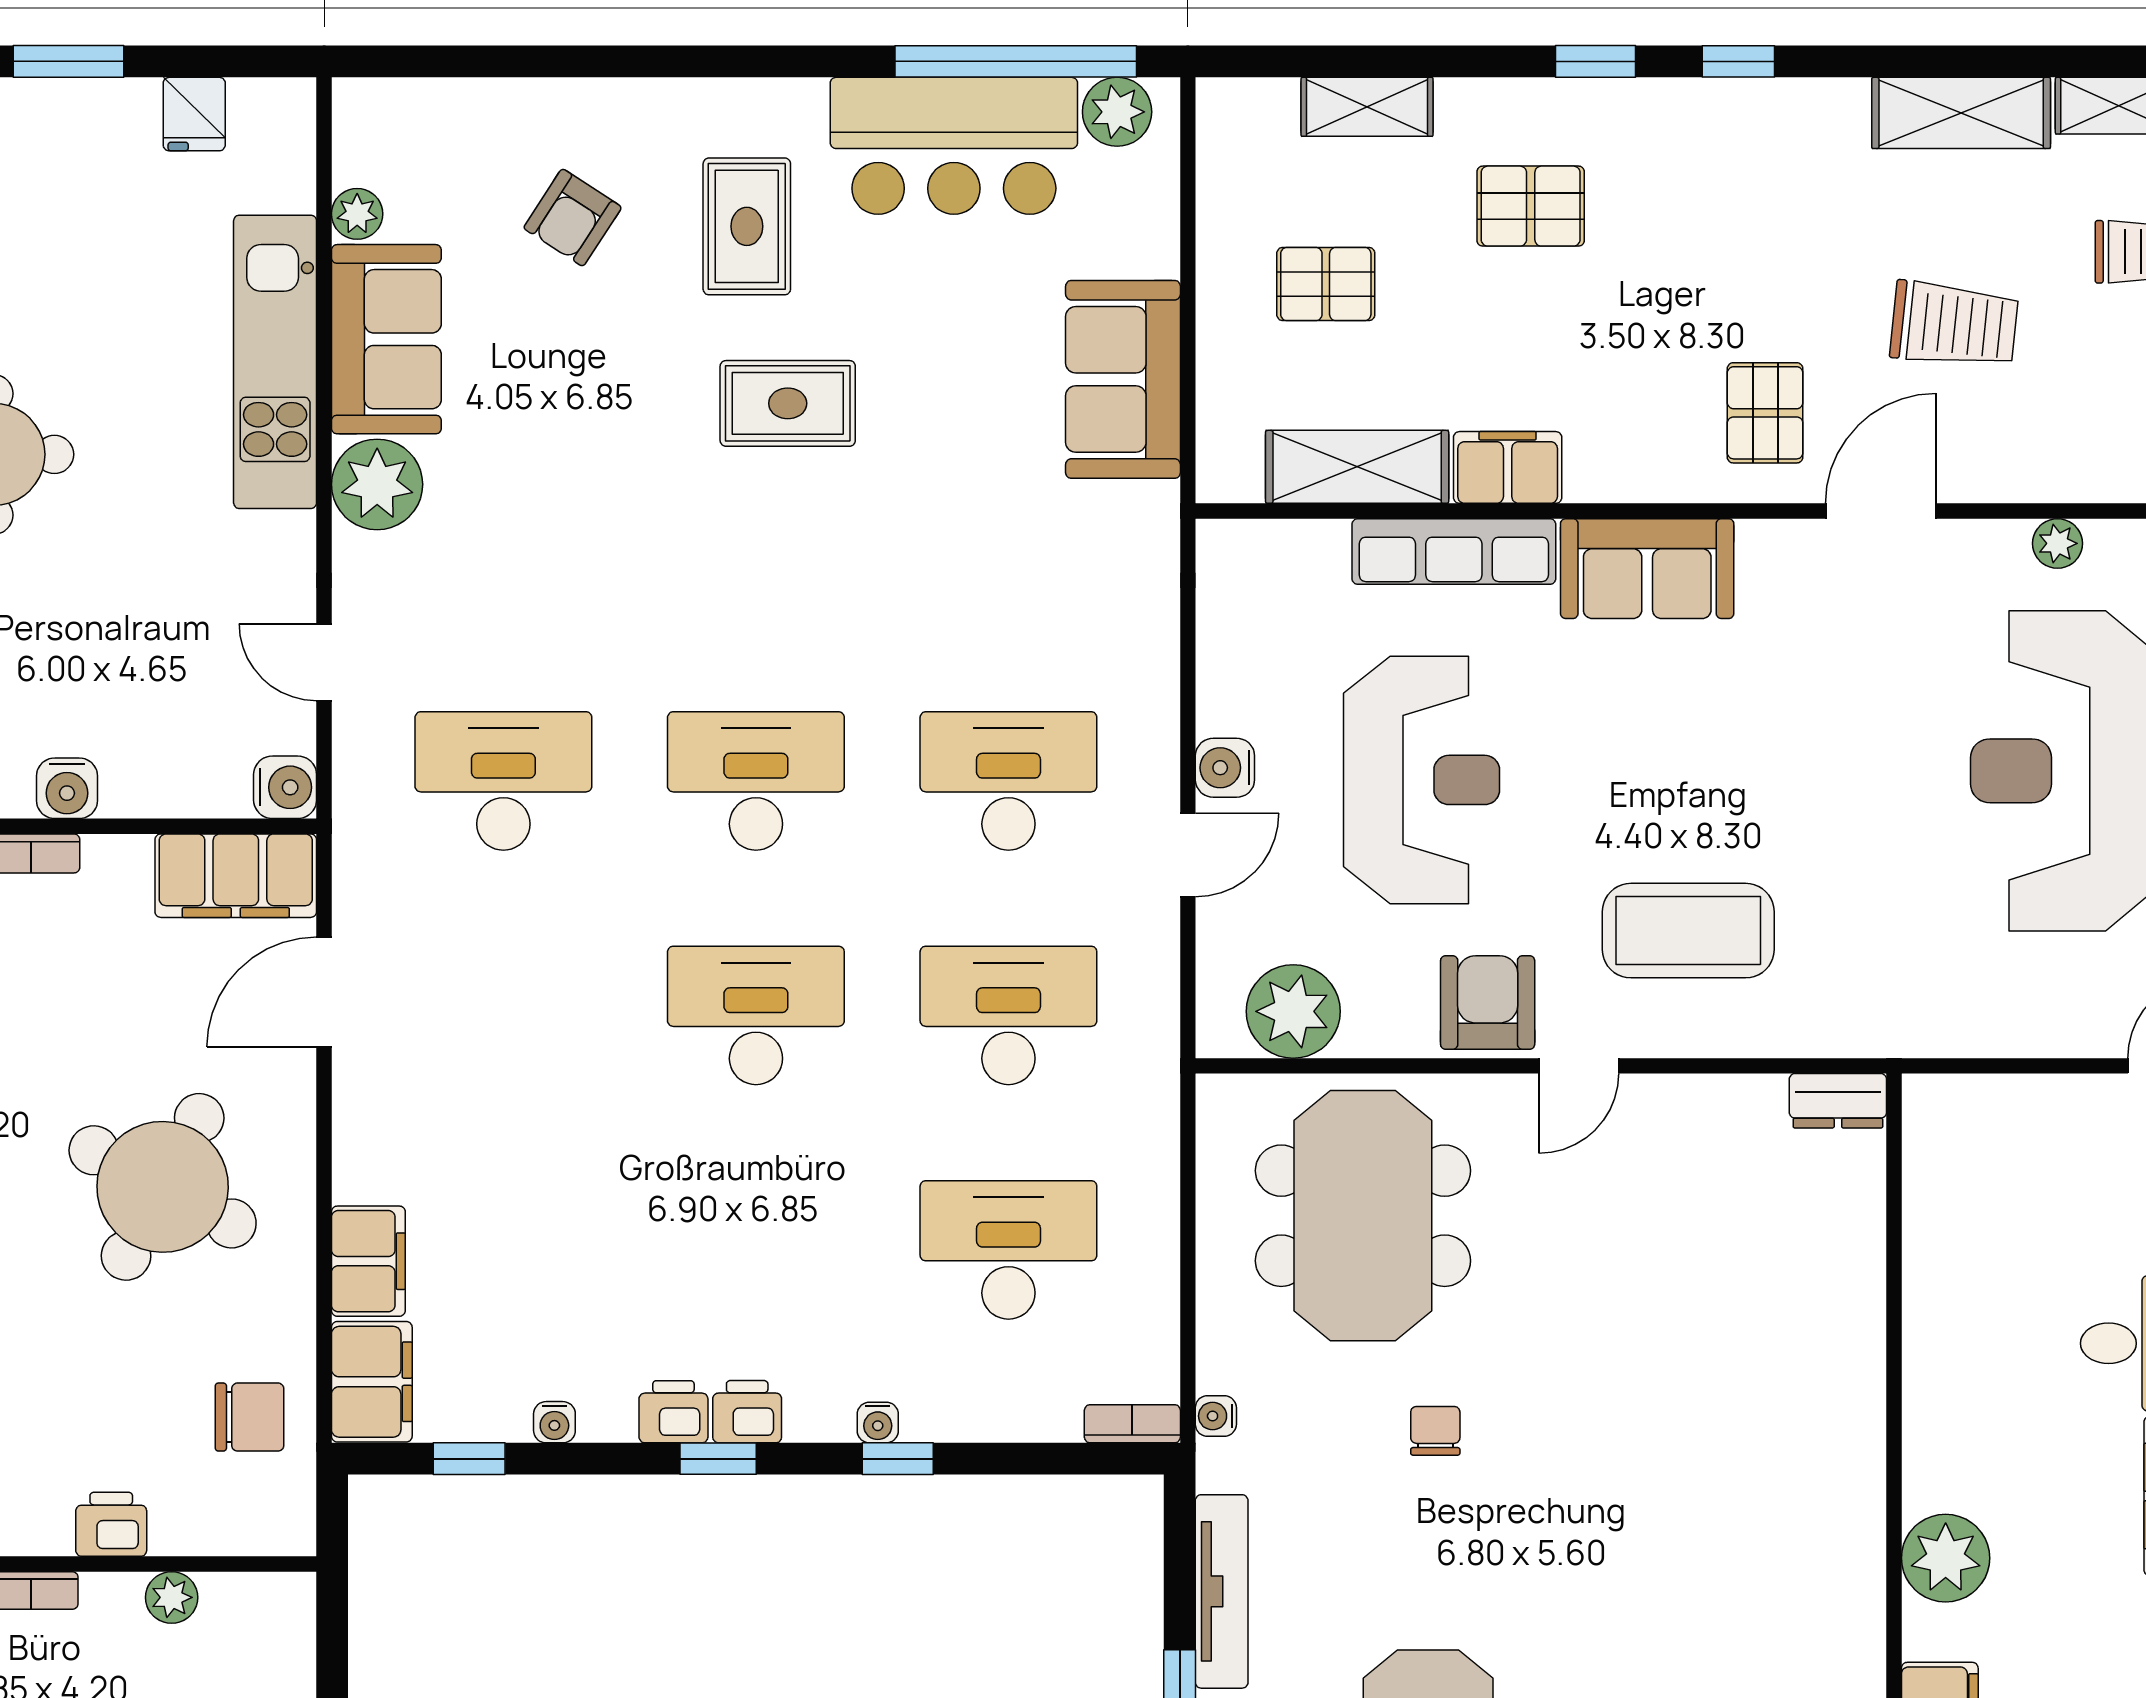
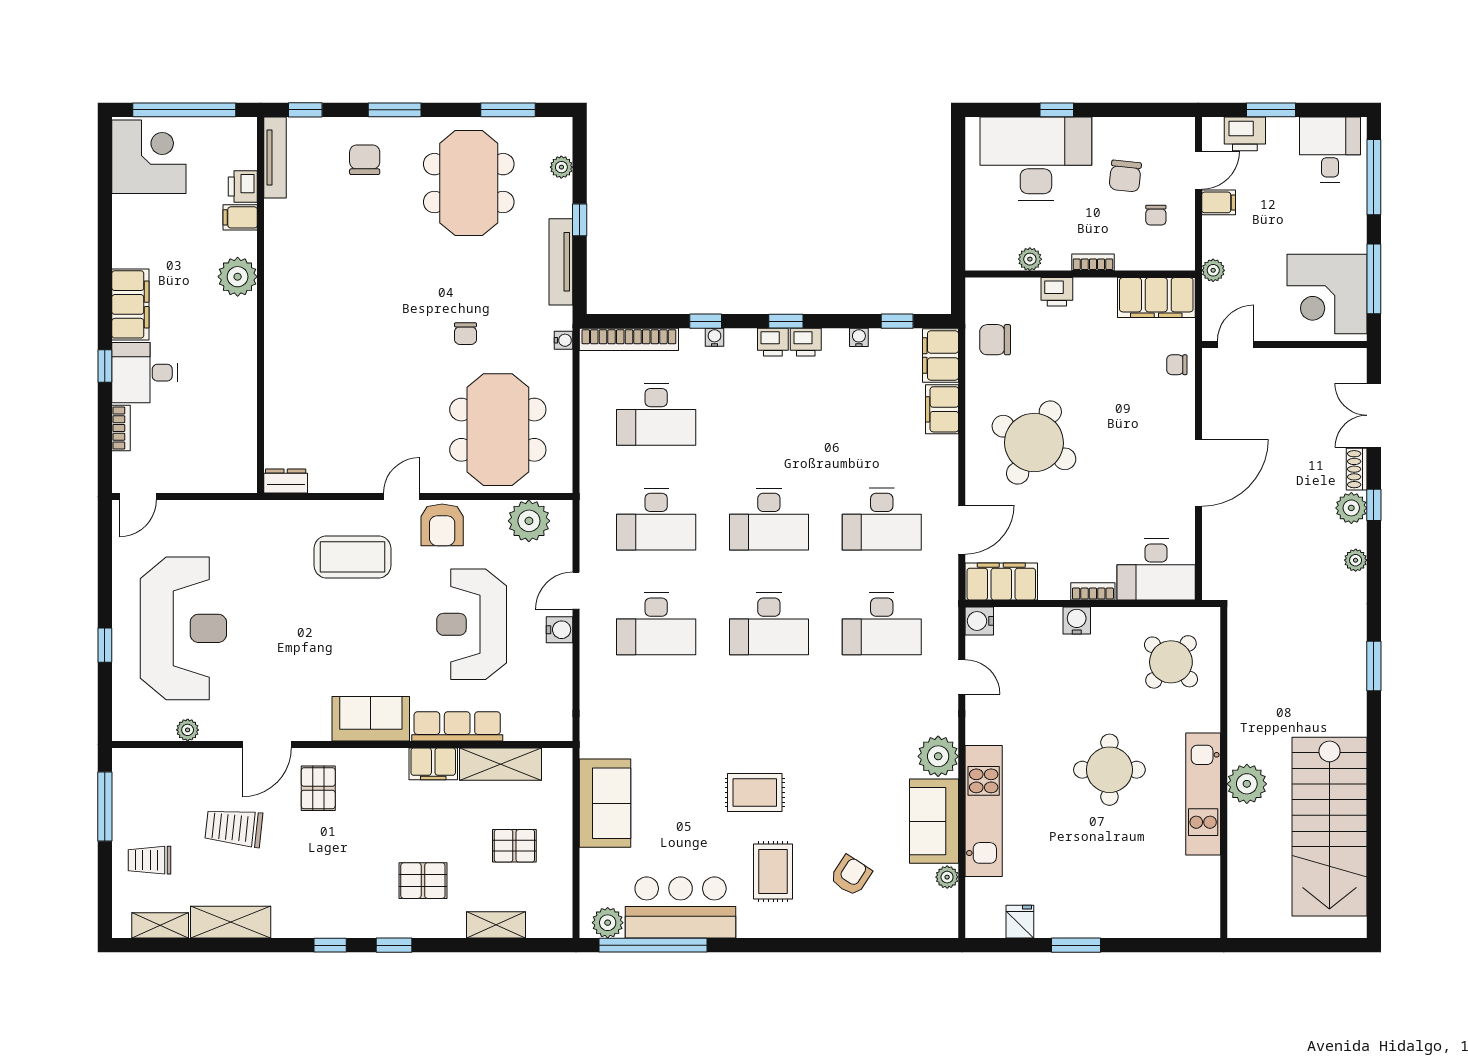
desk: (503, 1015) -> (882, 519), added
bookcase: (1132, 1424) -> (629, 339), width x2.31, depth x1.31

